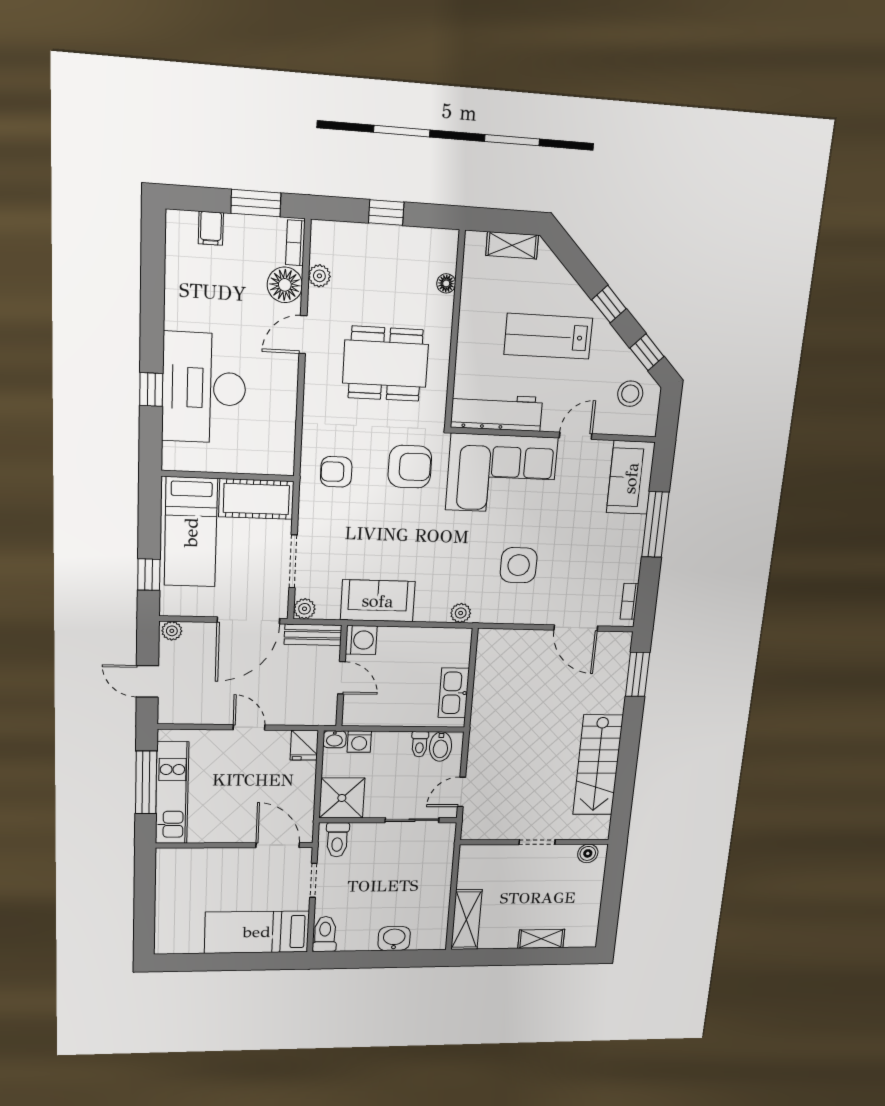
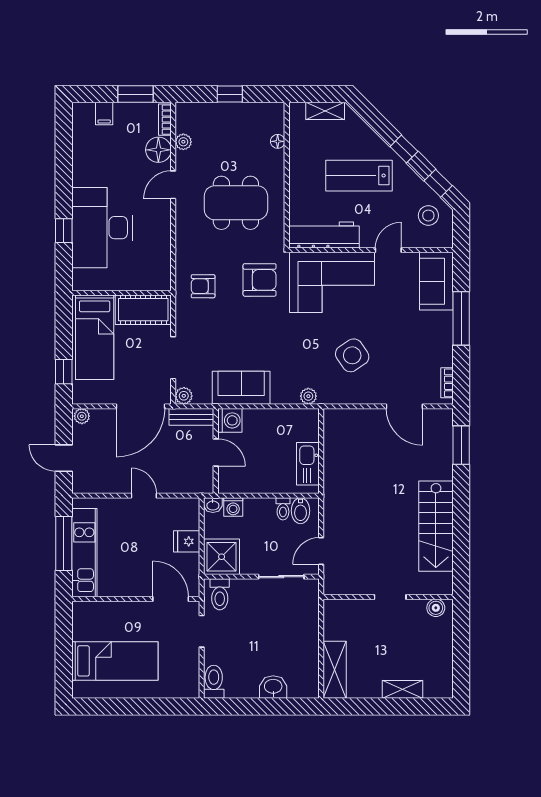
side table: (519, 565) -> (352, 355), turned -34
fridge: (304, 745) -> (187, 541), moved, turned 90
bed: (257, 932) -> (115, 661), moved, turned 180

